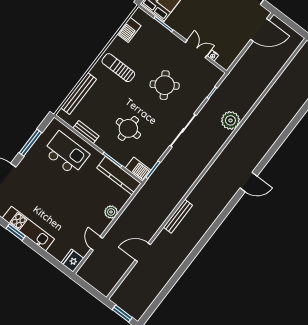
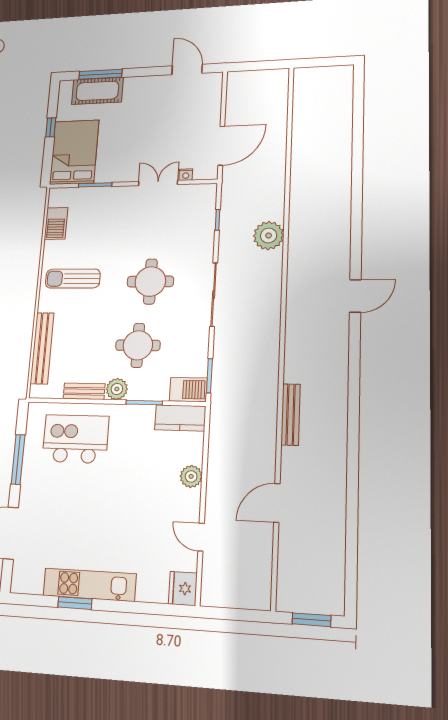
door: (260, 30) -> (221, 146), moved
round table: (165, 85) -> (150, 281), moved, turned 33
plant: (103, 143) -> (117, 389), added
kitchen counter: (119, 176) -> (180, 418), width x0.67

